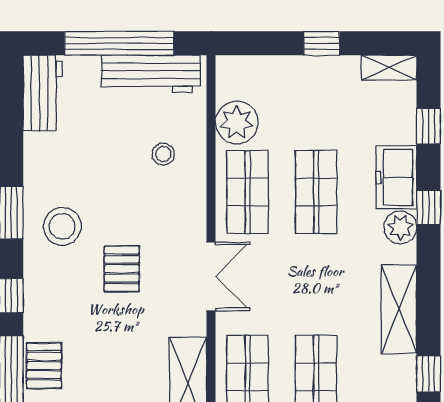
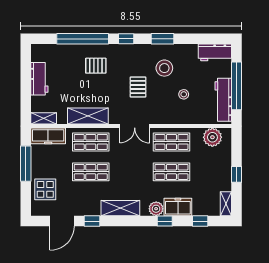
plant: (237, 122) -> (212, 137), moved
stool: (163, 154) -> (184, 94), moved
stool: (62, 226) -> (164, 68), moved
pallet: (122, 269) -> (138, 87), turned 90
pallet: (44, 365) -> (96, 66), moved

